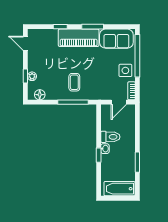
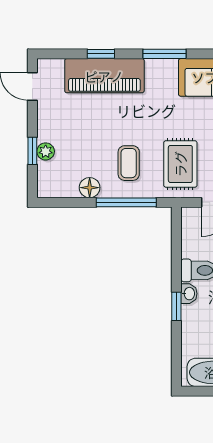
piano: (79, 38) -> (104, 76), moved
rug: (101, 83) -> (180, 164), added
floor lamp: (40, 95) -> (90, 188), moved

